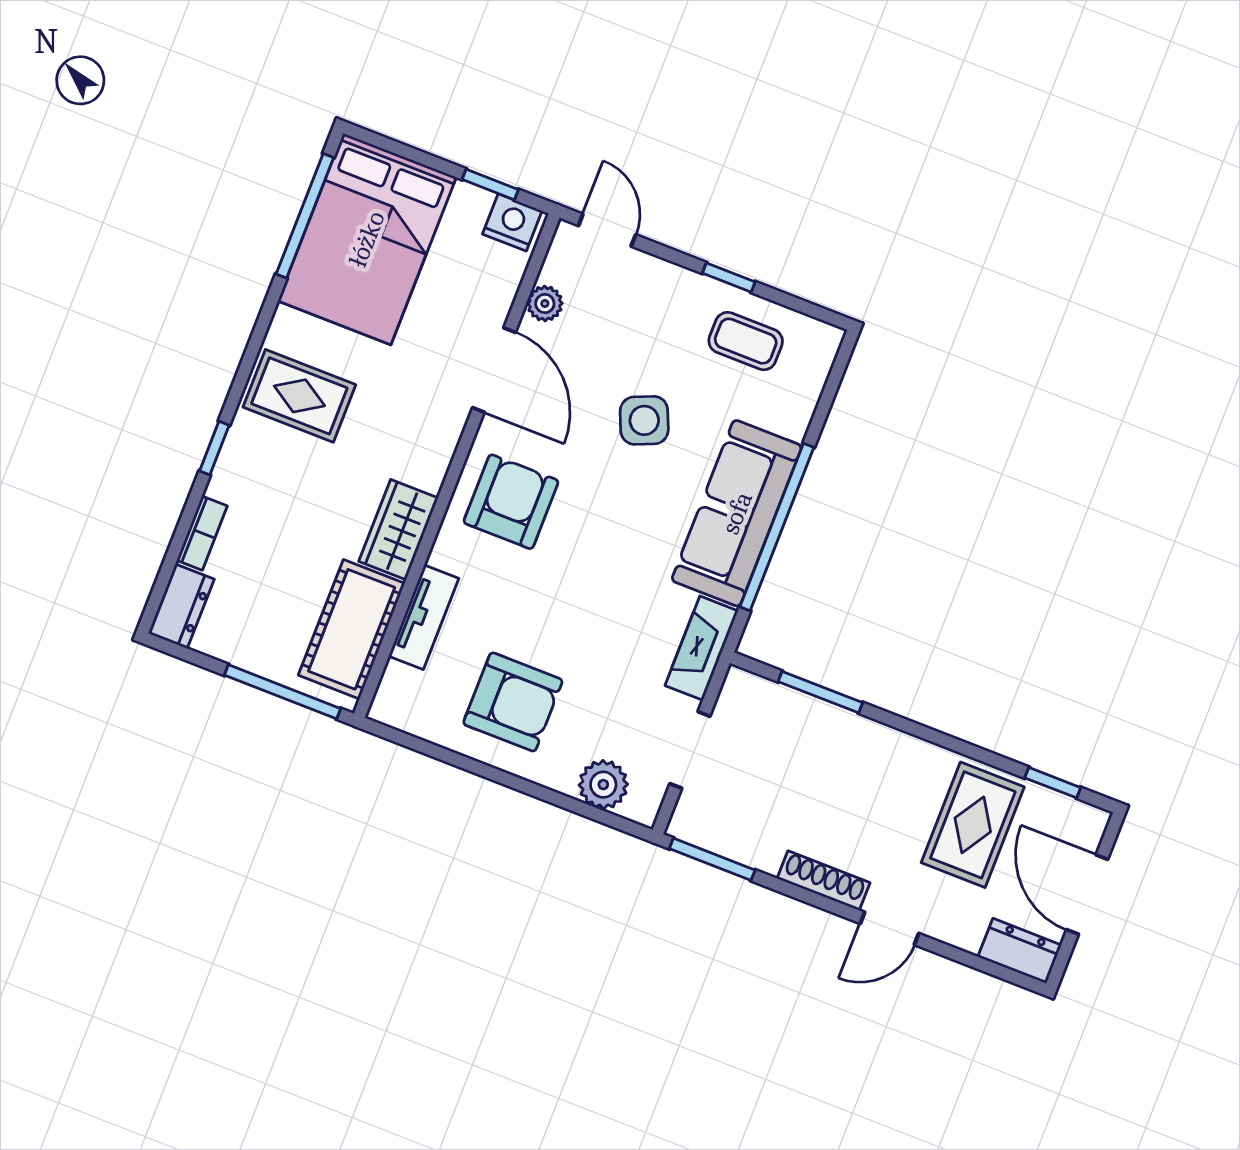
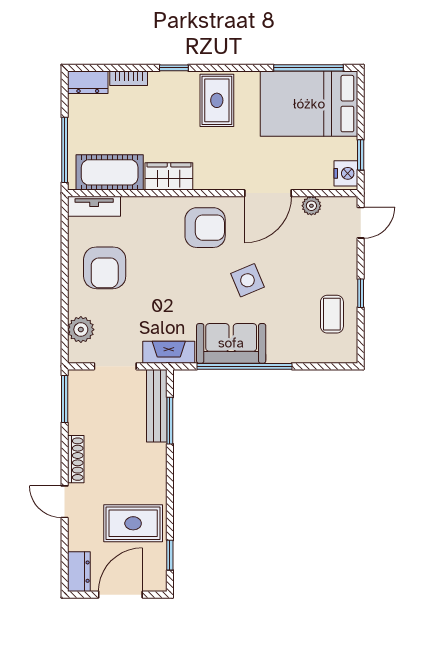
side table: (644, 420) -> (247, 280), moved
sofa: (737, 513) -> (231, 343), width x0.73
tv unit: (424, 617) -> (94, 206), moved
bench: (786, 705) -> (157, 406), added

